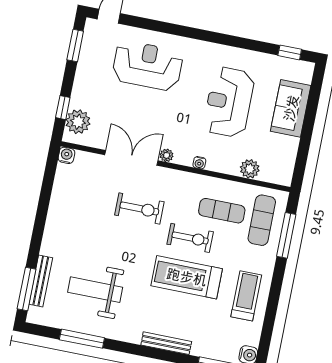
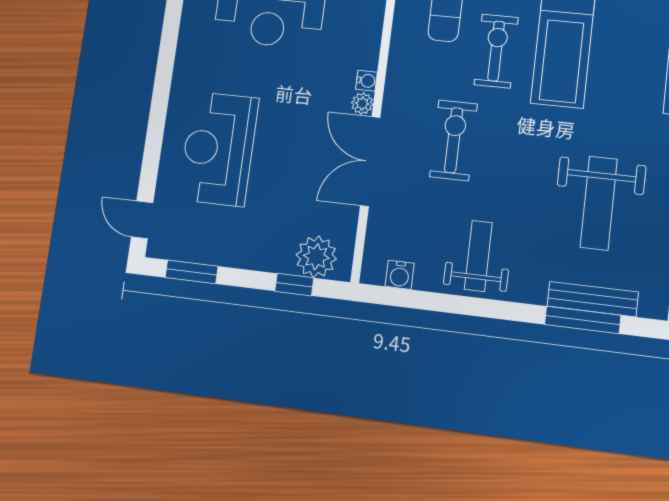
water cooler: (66, 155) -> (400, 275), moved, turned -90
water cooler: (199, 163) -> (366, 81), moved
weight bench: (71, 218) -> (478, 256), added
window: (27, 289) -> (583, 320), moved

